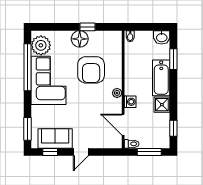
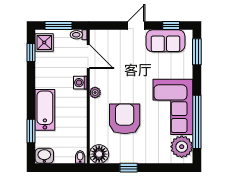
floor lamp: (80, 39) -> (99, 154), moved
shower: (162, 105) -> (44, 42), moved

